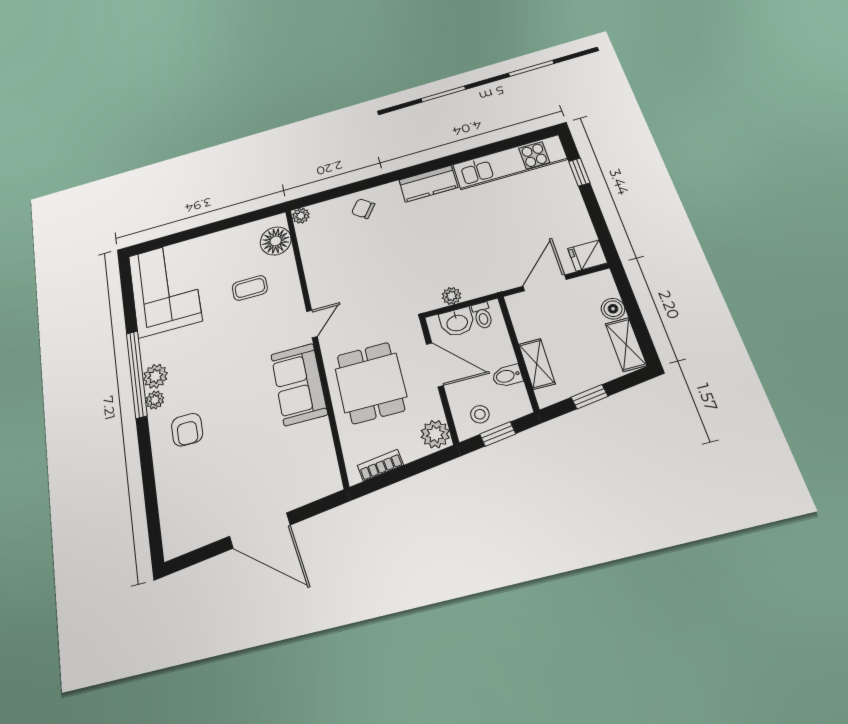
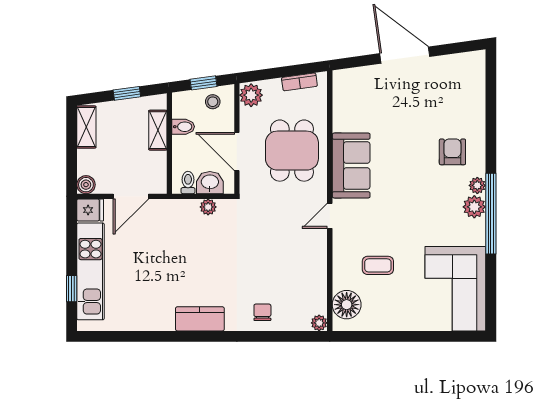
kitchen unit: (510, 162) -> (91, 271), moved, turned 90
chair: (363, 209) -> (262, 312), turned -127
boiler: (613, 309) -> (86, 185), moved

